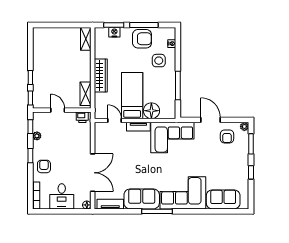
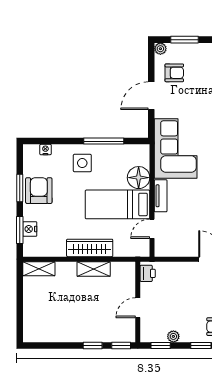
window: (144, 25) -> (20, 188), width x0.69
side table: (159, 61) -> (82, 163), moved
shelving: (86, 94) -> (94, 269), moved

